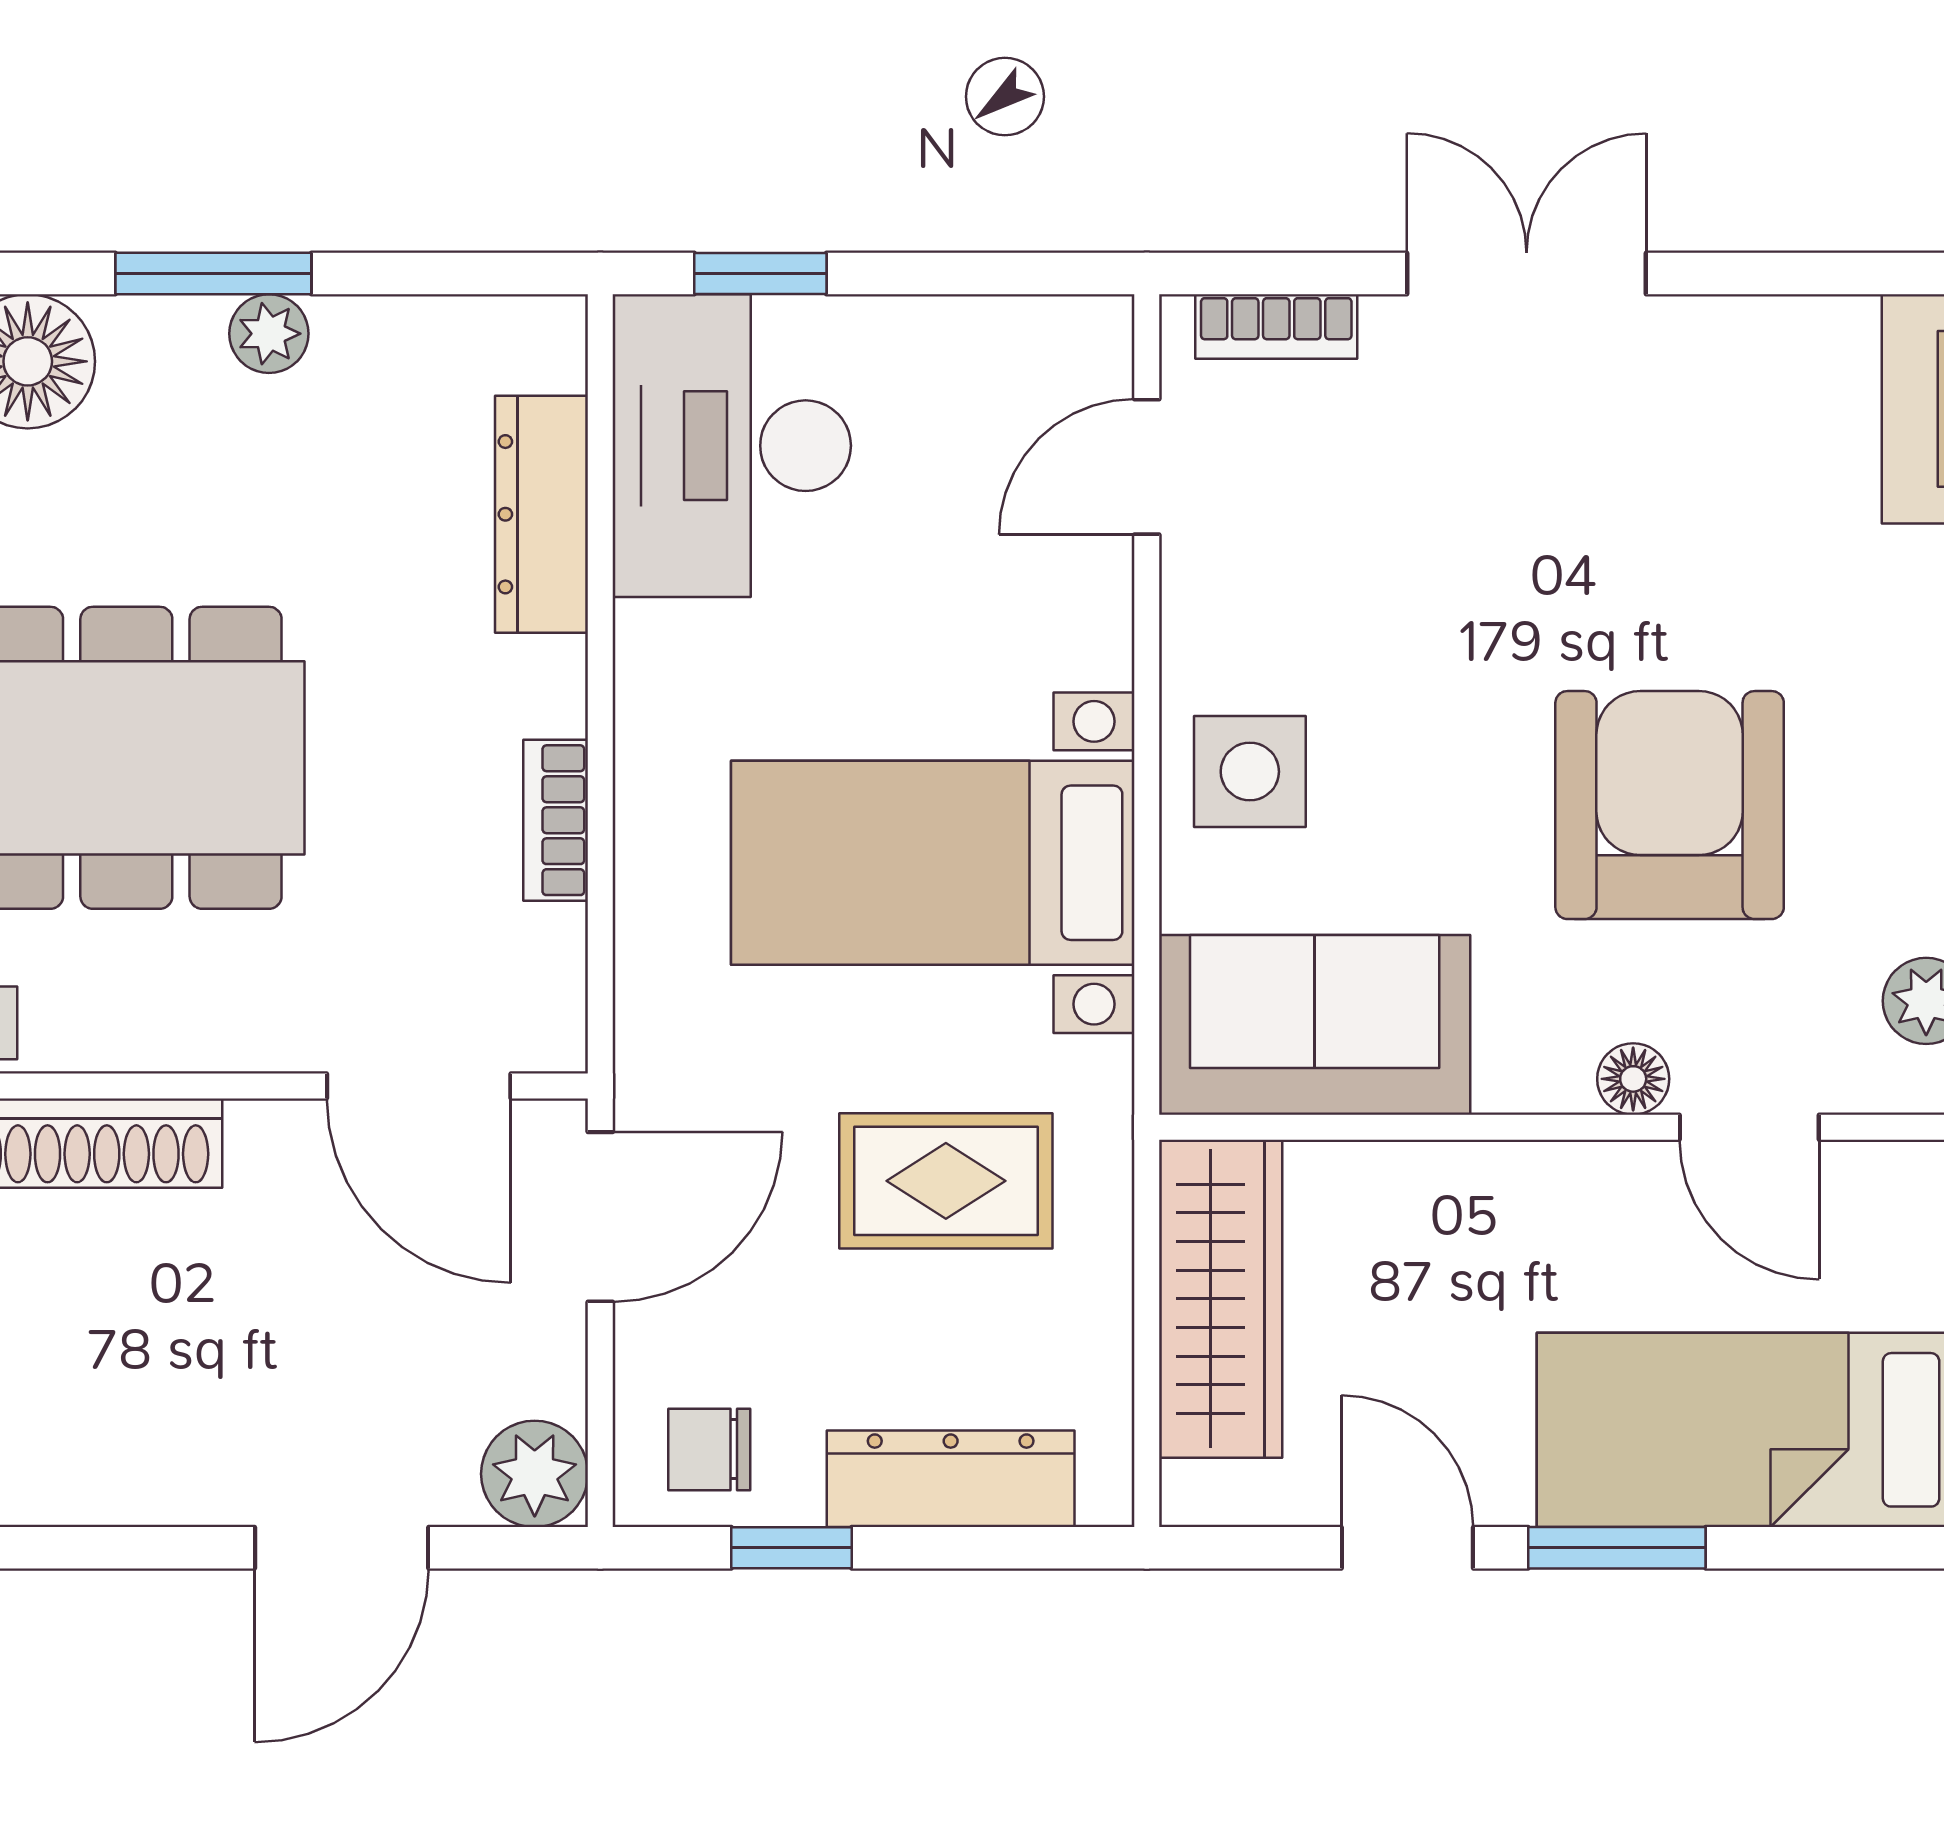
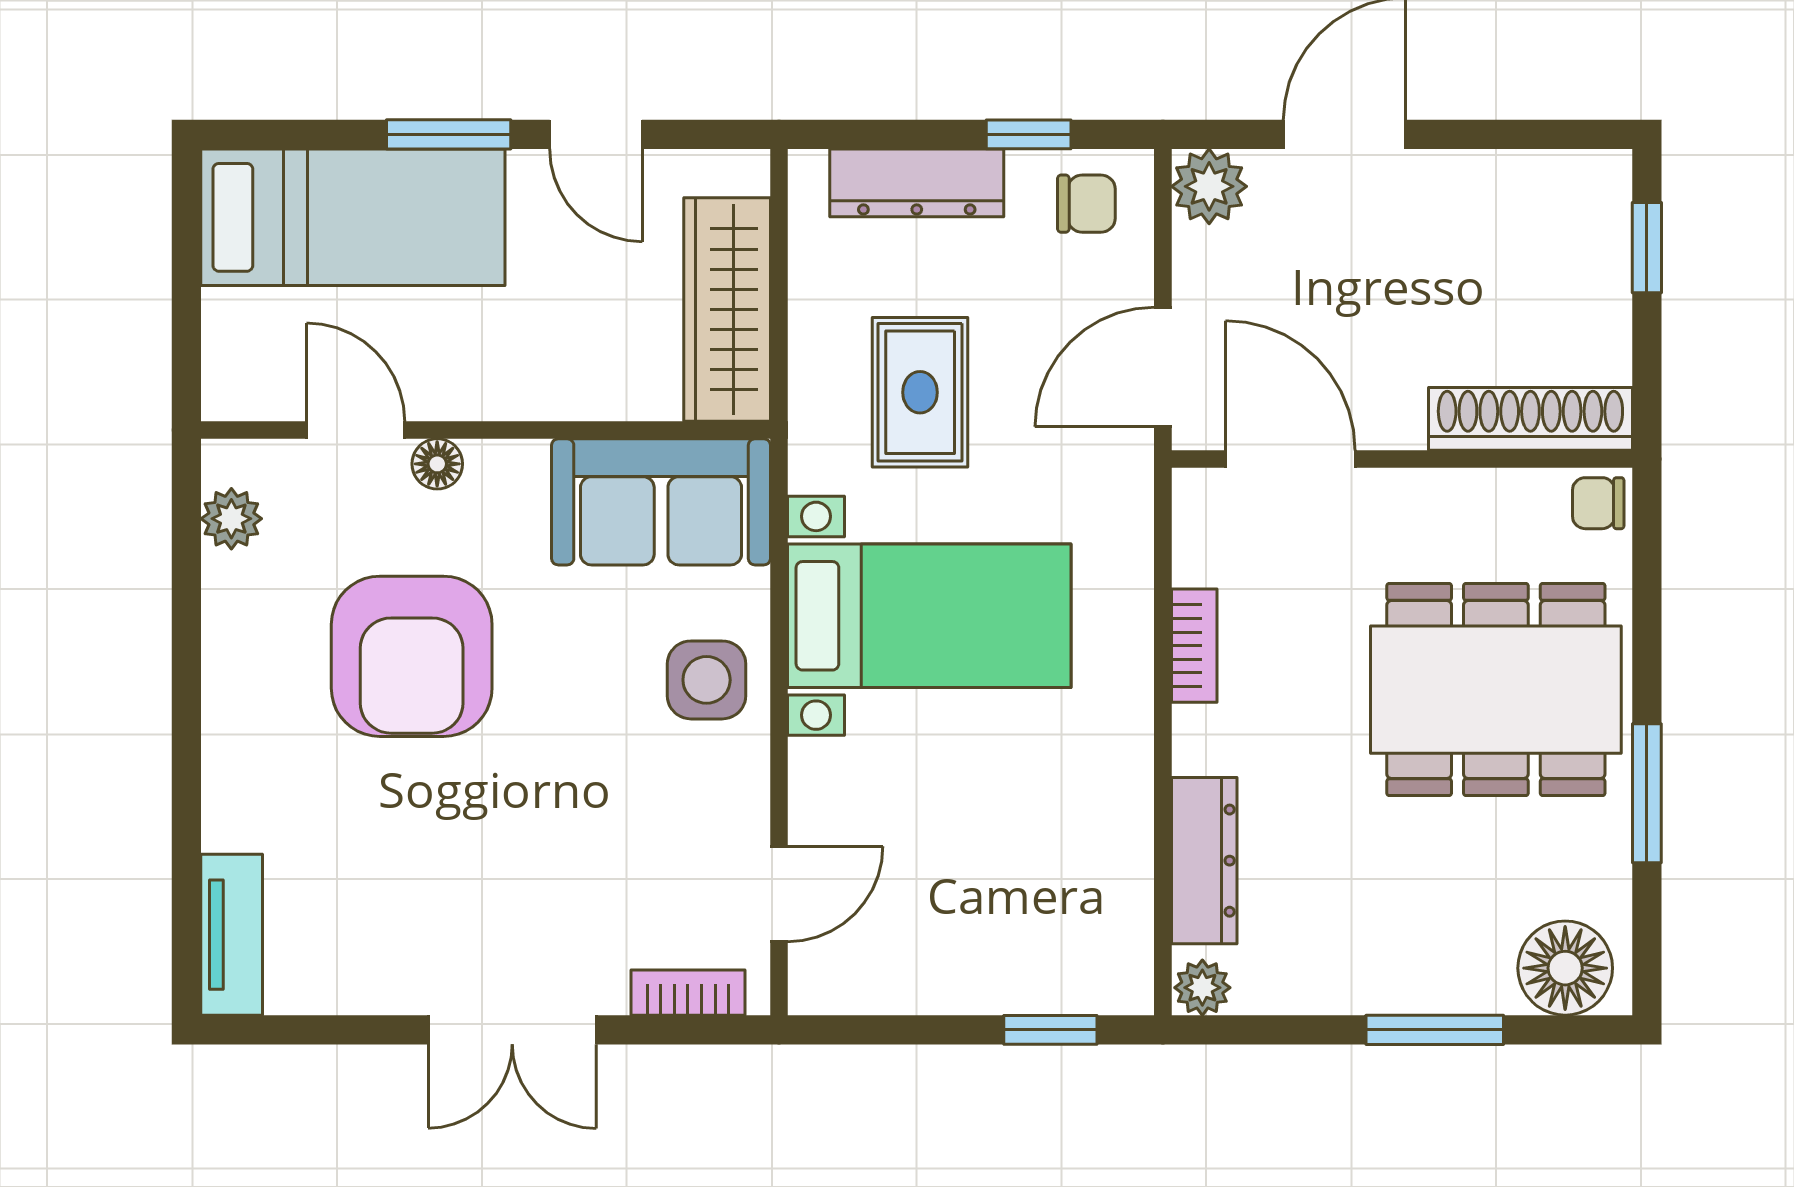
plant: (269, 334) -> (1202, 988), moved
desk: (732, 446) -> (1071, 909), removed
rug: (946, 1181) -> (920, 392), turned 90

